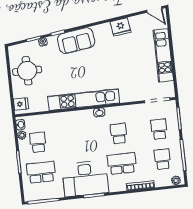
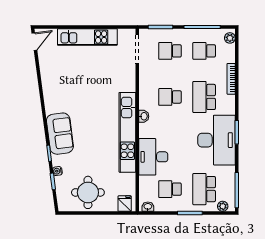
fridge: (121, 27) -> (50, 82), removed
desk: (65, 125) -> (153, 157), added
plant: (22, 135) -> (223, 206), moved

